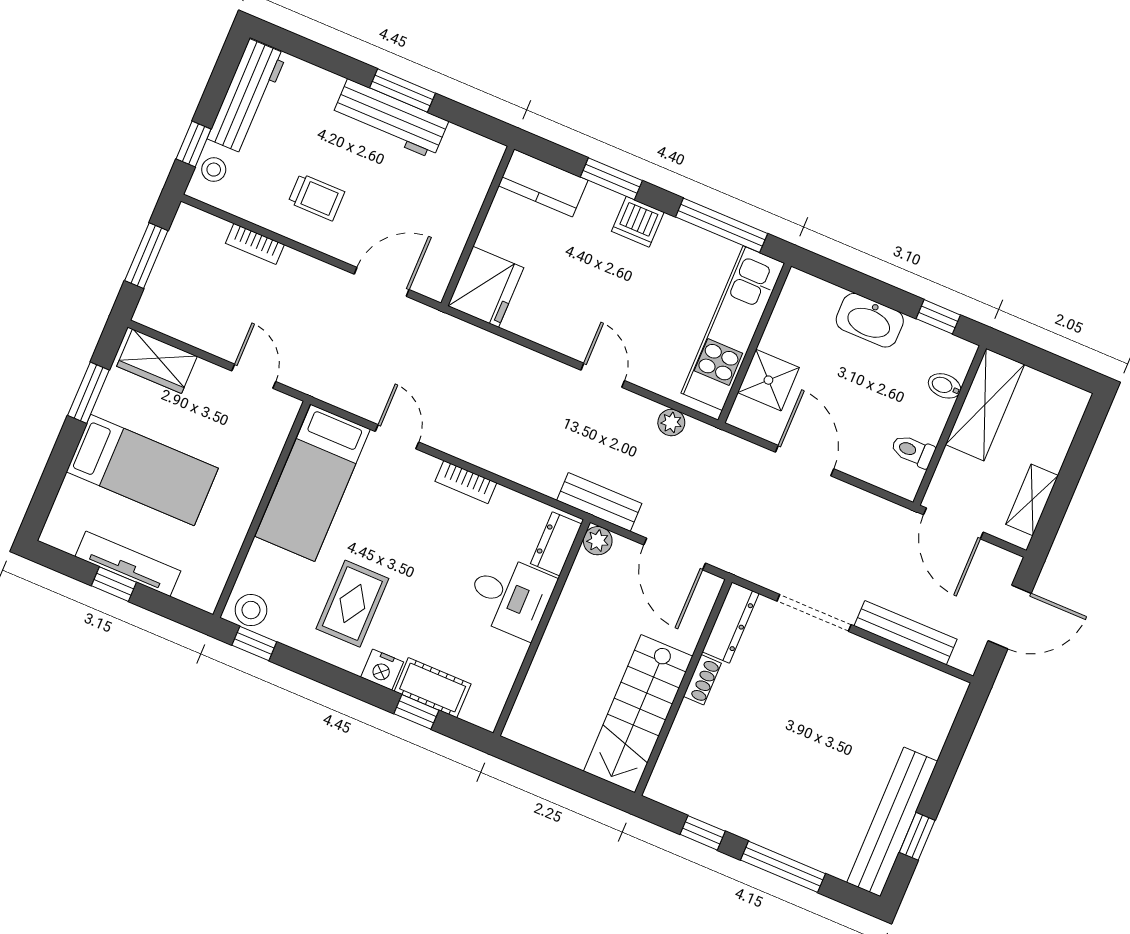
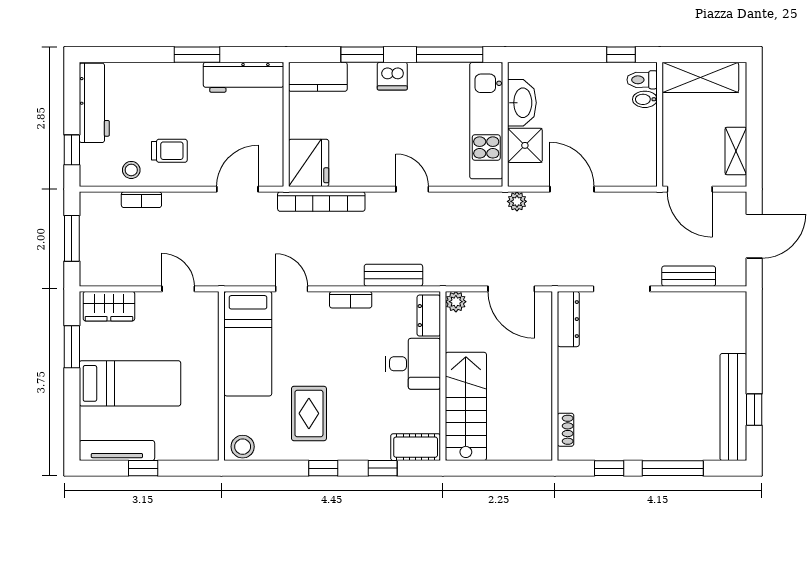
workbench: (390, 119) -> (243, 77), moved
stool: (214, 170) -> (131, 170), moved
washbasin: (870, 320) -> (522, 103), moved, turned -90
bookcase: (481, 342) -> (321, 202), added
shelving: (985, 405) -> (700, 77), moved, turned 90
plant: (671, 423) -> (517, 201), moved
toilet: (913, 451) -> (642, 80), moved
bench: (599, 502) -> (393, 275), moved
tv unit: (128, 564) -> (117, 450), moved
bench: (906, 633) -> (689, 276), width x0.73
window: (254, 643) -> (323, 468), moved
nightstand: (382, 670) -> (348, 449), removed
shoe rack: (702, 680) -> (566, 430), moved
cot: (433, 688) -> (416, 447), moved
stairs: (638, 714) -> (466, 406), moved, turned 180

